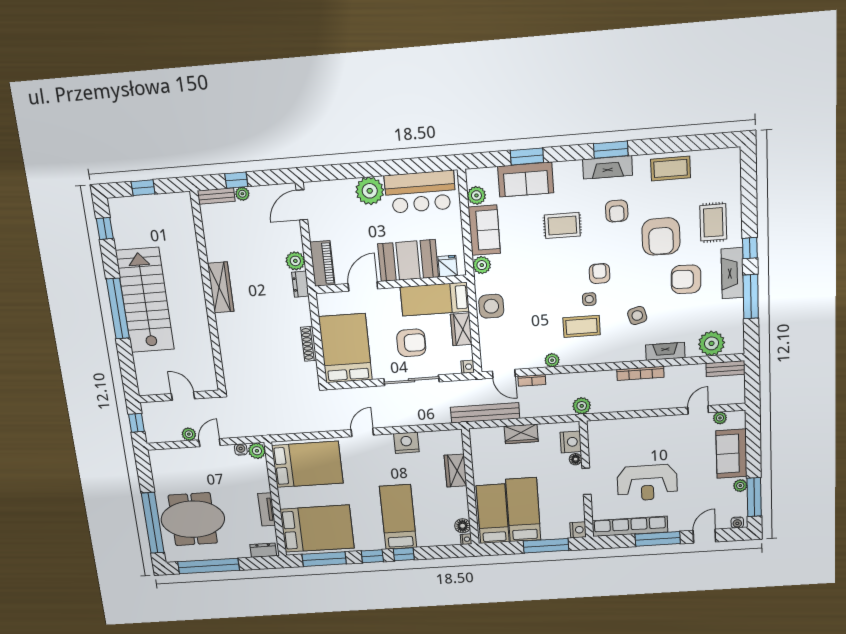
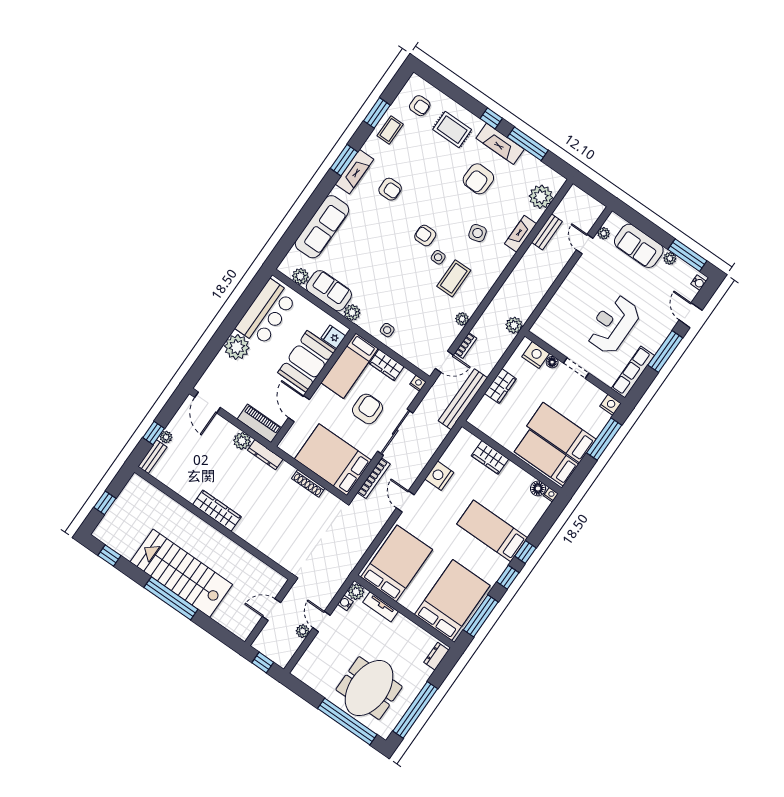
window: (527, 156) -> (377, 113), moved
coffee table: (671, 168) -> (390, 130), width x0.73, depth x0.77
sofa: (526, 180) -> (322, 227), width x1.36
rug: (562, 225) -> (370, 234), removed
armchair: (661, 237) -> (420, 106), moved, width x0.53, depth x0.53
dresser: (300, 284) -> (265, 455), width x1.44
side table: (491, 306) -> (387, 330), width x0.54, depth x0.54
bench: (726, 369) -> (547, 232), moved
bookcase: (640, 373) -> (374, 478), moved
reception desk: (647, 483) -> (613, 324), turned 180
tv unit: (267, 509) -> (381, 607), moved
row of seats: (630, 526) -> (633, 372), width x0.73

